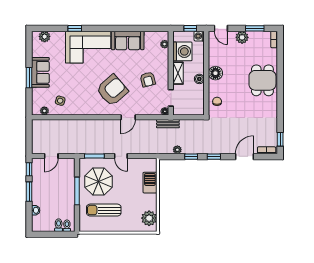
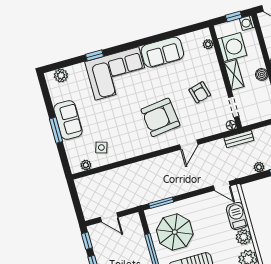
armchair: (112, 90) -> (160, 117), turned -146
door: (51, 156) -> (109, 217), hinge flipped
door: (121, 156) -> (222, 186), moved
plant: (151, 200) -> (244, 237), added

